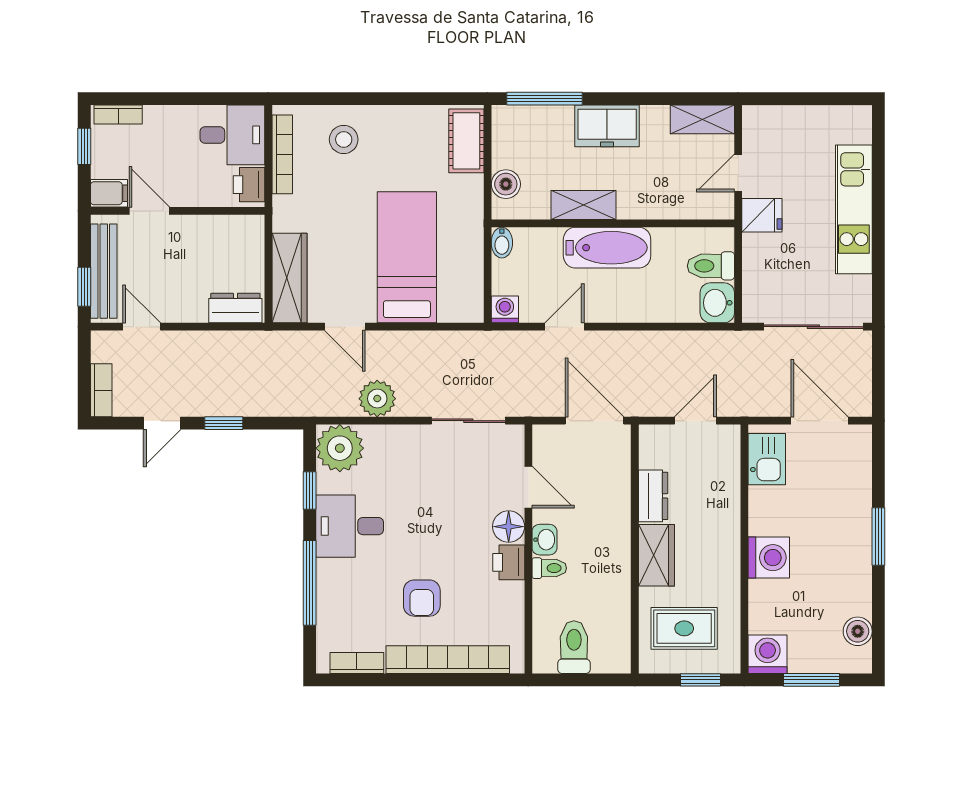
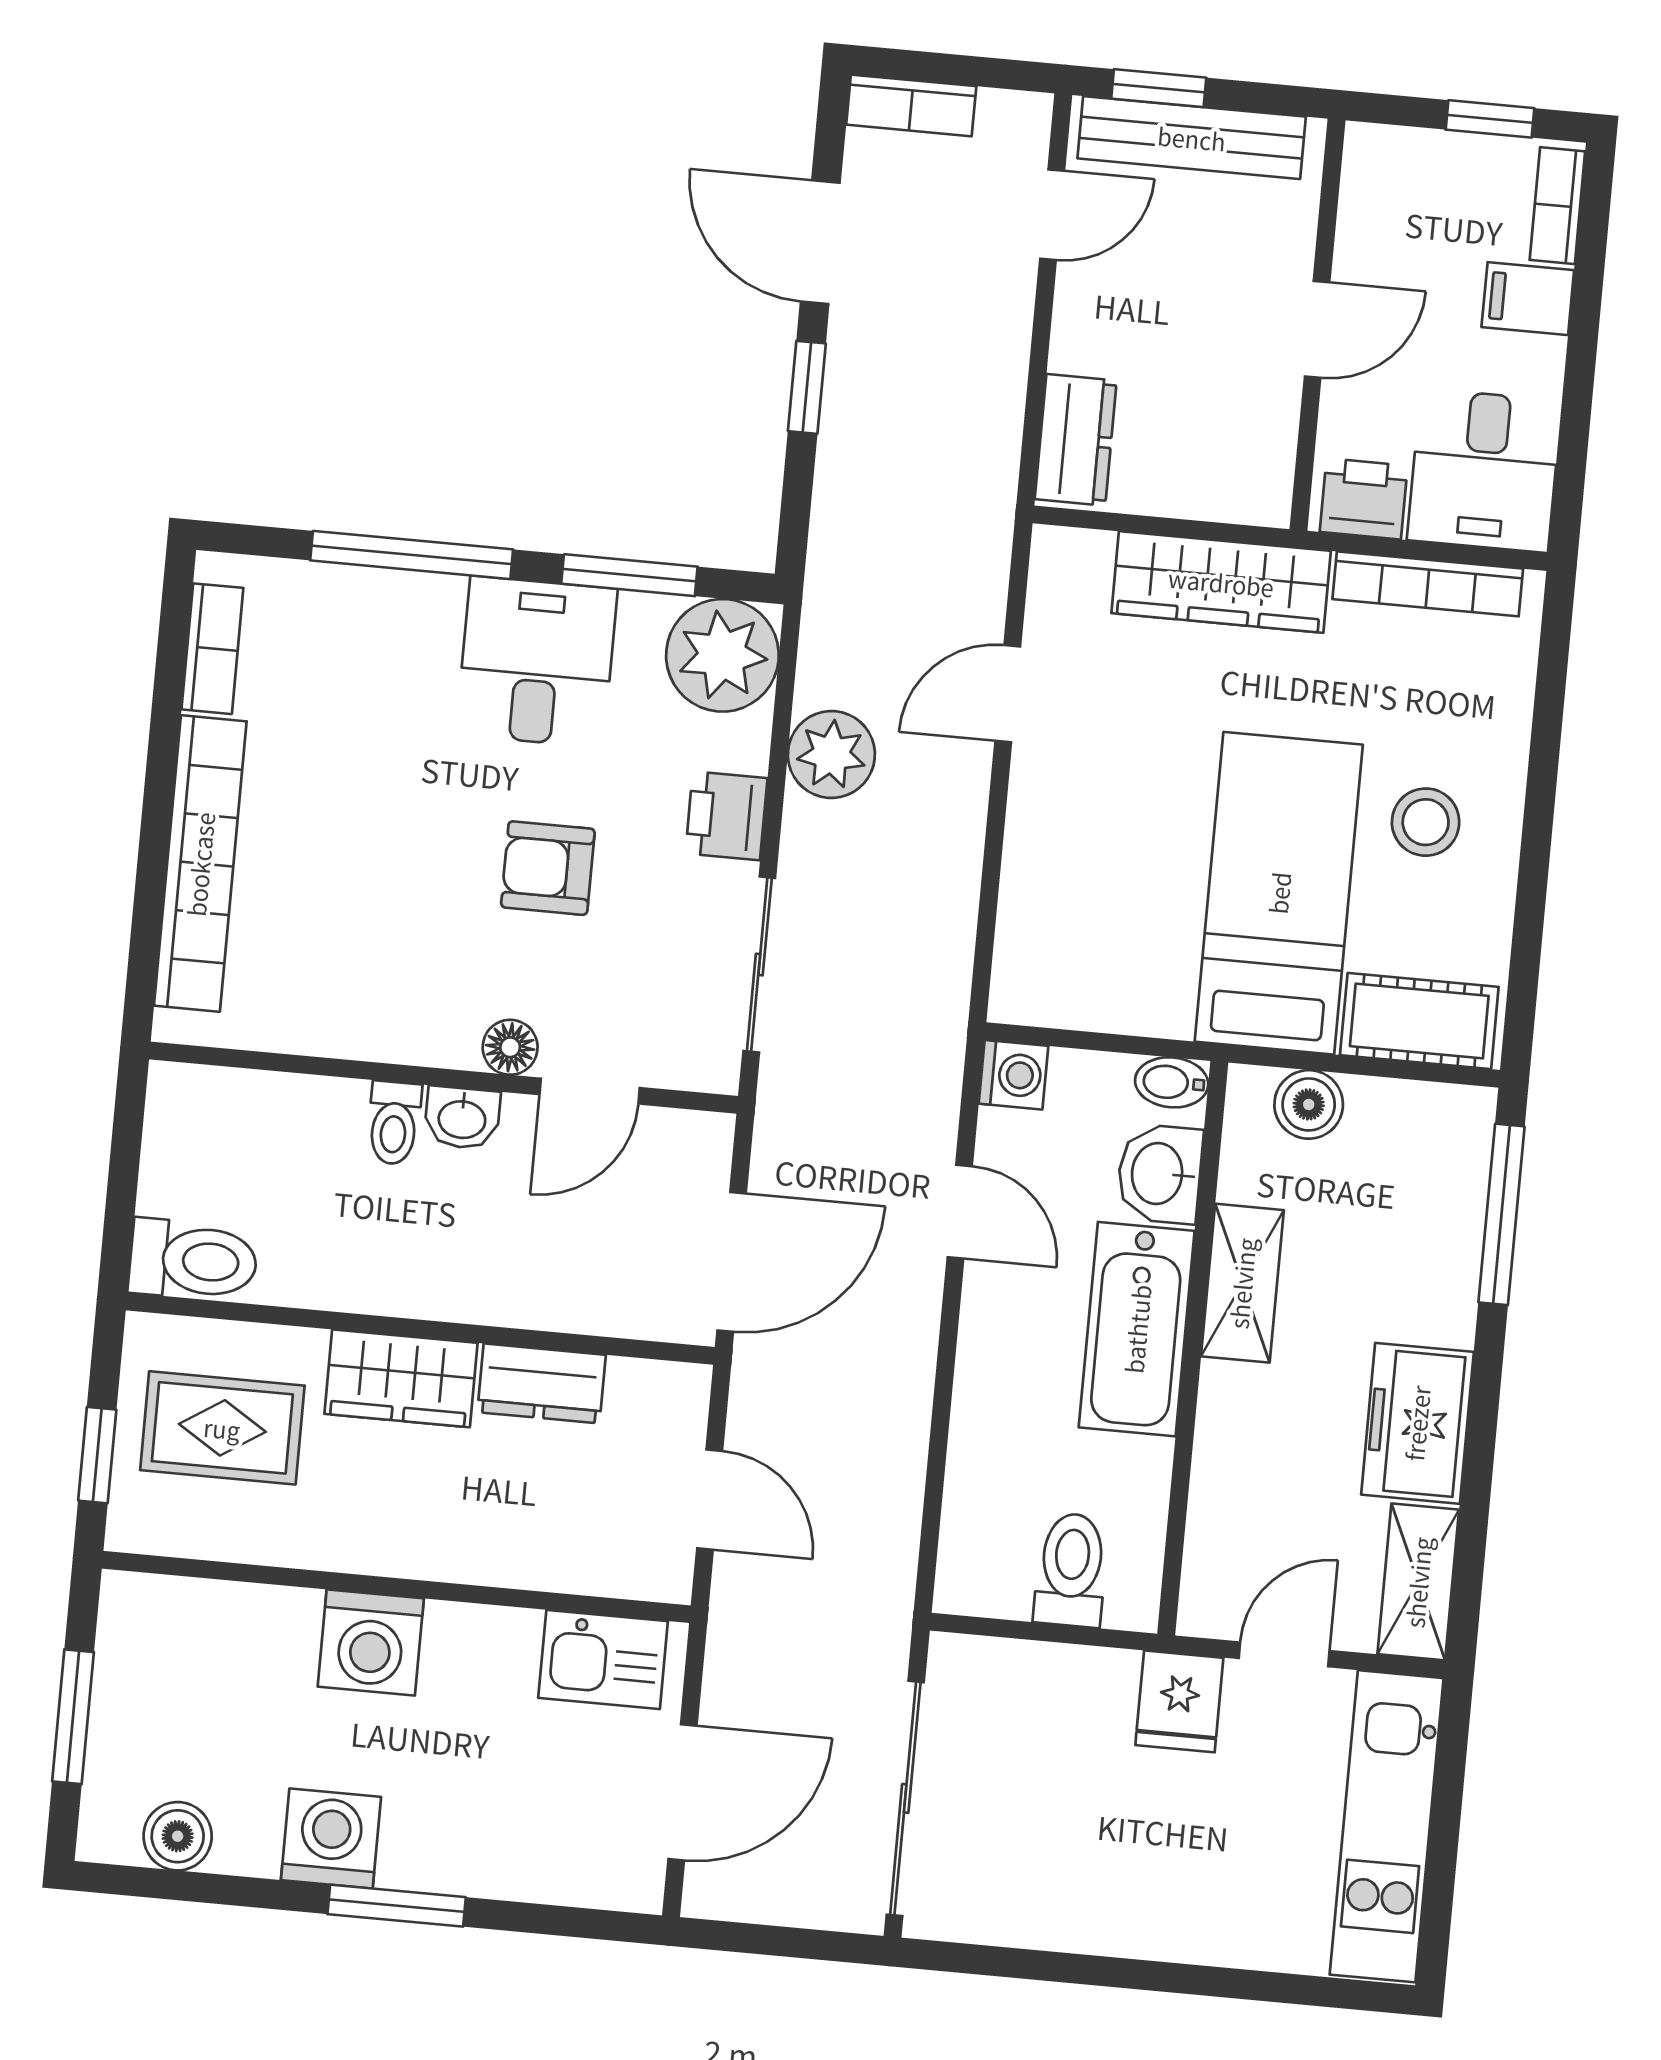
freezer: (607, 126) -> (1417, 1423), moved
stool: (344, 139) -> (1426, 822), moved
door: (738, 173) -> (1284, 1654), hinge flipped
filing cabinet: (109, 193) -> (1528, 299), moved, turned 90
kitchen unit: (854, 209) -> (1387, 1826), moved, turned -90
door: (149, 211) -> (1317, 329), moved
bed: (407, 257) -> (1279, 893), moved, turned -90
wardrobe: (290, 278) -> (1221, 582), moved
washbasin: (717, 303) -> (1159, 1174), moved, turned -90
door: (162, 423) -> (820, 242), width x1.38
window: (310, 490) -> (629, 575), width x1.50
floor lamp: (509, 527) -> (510, 1047), width x0.73, depth x0.73
printer: (509, 562) -> (726, 816), moved, turned -90
armchair: (422, 598) -> (548, 868), moved
rug: (684, 628) -> (222, 1428), turned 90
toilet: (574, 647) -> (193, 1260), moved
washing machine: (768, 654) -> (331, 1838), moved, turned -90

